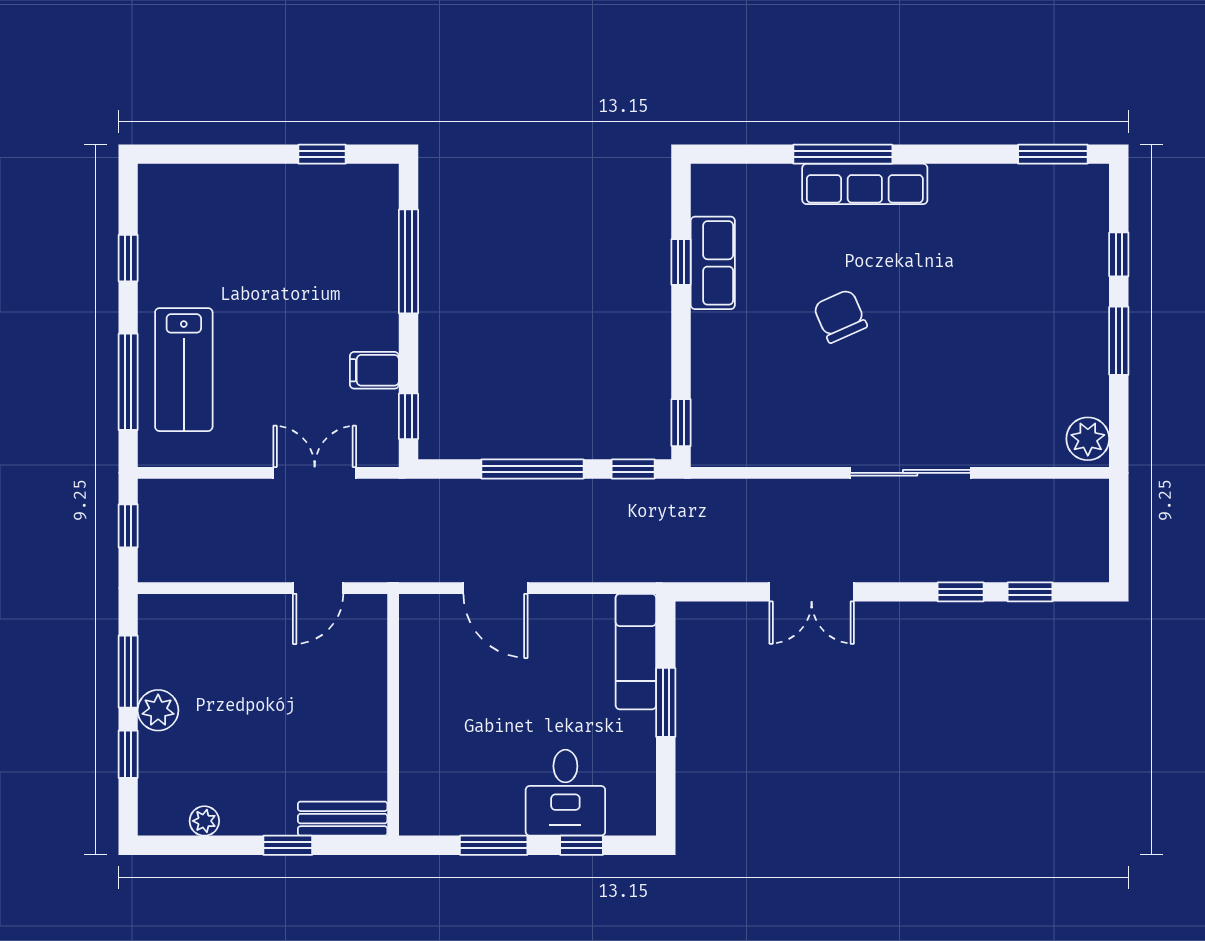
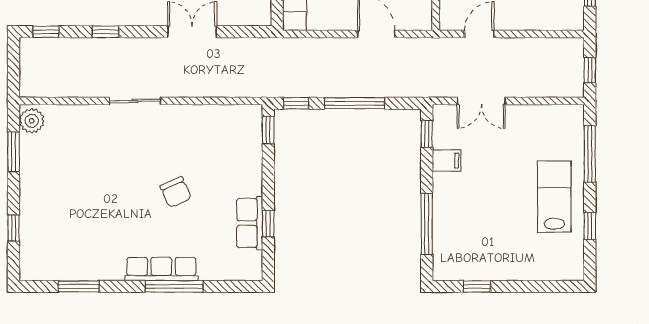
window: (1053, 154) -> (79, 286), moved
window: (1119, 341) -> (14, 152), moved
lab bench: (184, 370) -> (554, 197), moved
sliding door: (910, 473) -> (135, 101), width x0.73
window: (1030, 592) -> (46, 32), moved

